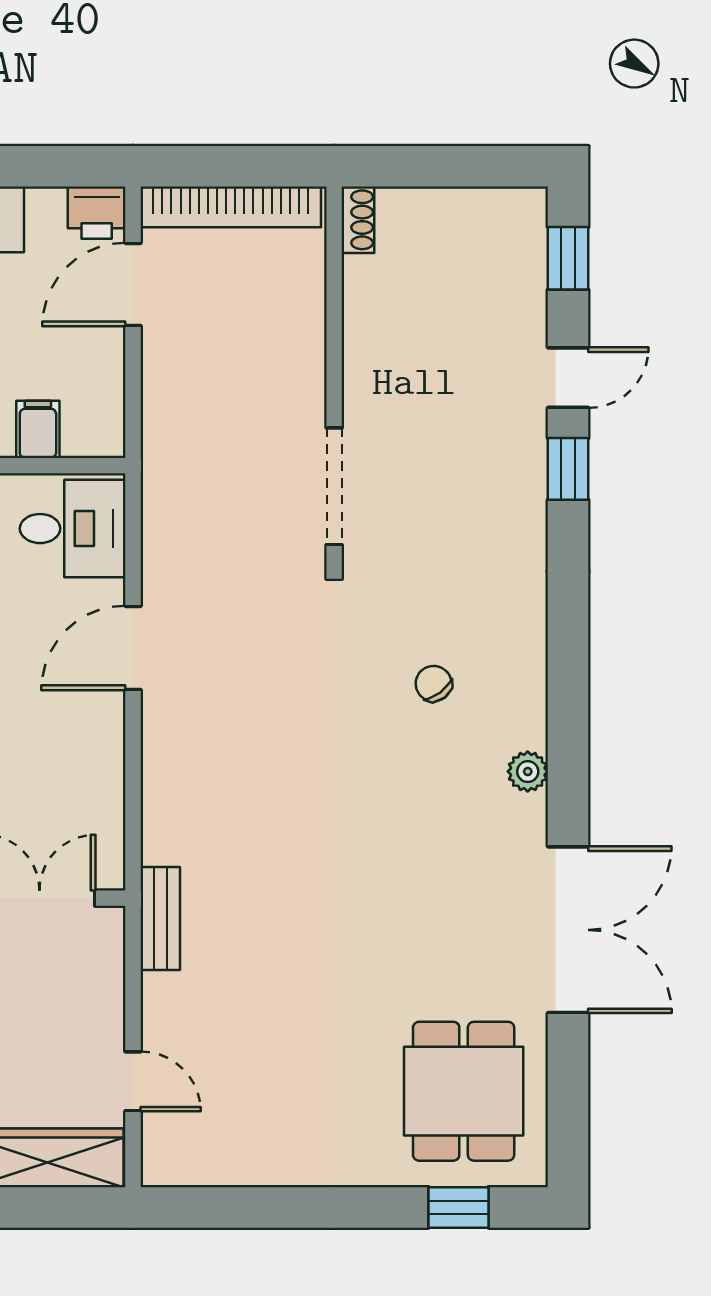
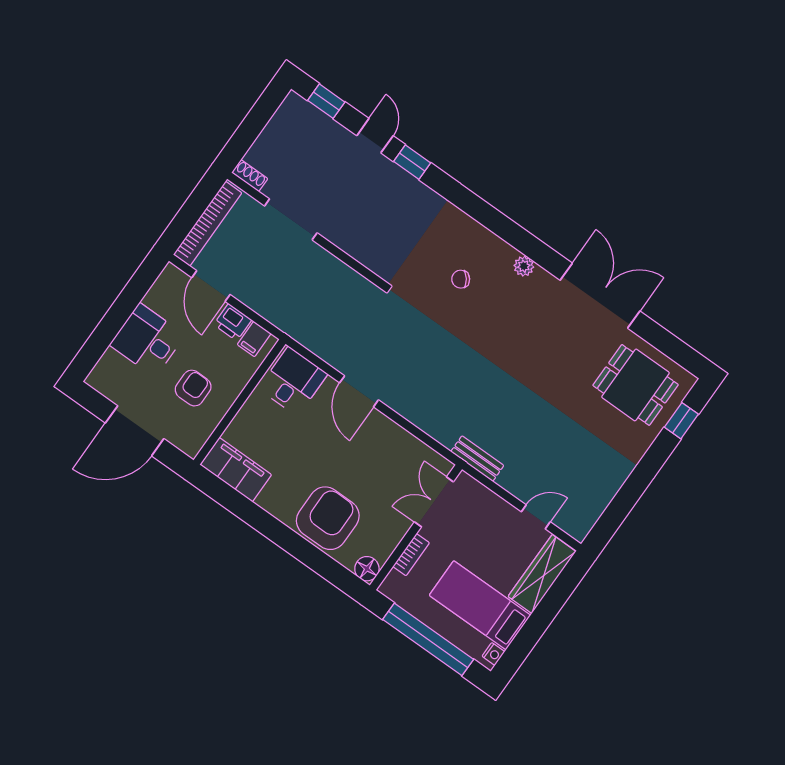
printer: (97, 213) -> (233, 322), moved, turned 90
filing cabinet: (38, 429) -> (254, 339), moved, turned -90
doorway: (334, 486) -> (291, 219), moved

